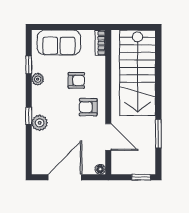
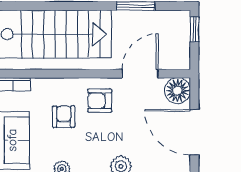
armchair: (88, 107) -> (100, 101), turned 90
floor lamp: (100, 169) -> (177, 91), width x1.89, depth x1.89

